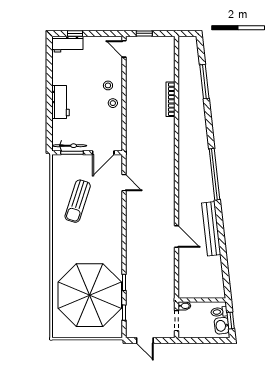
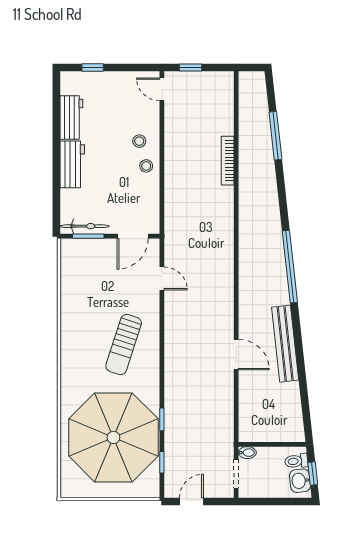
workbench: (67, 44) -> (71, 117), moved, turned -90
sun lounger: (78, 201) -> (124, 345), moved
door: (145, 340) -> (191, 502), swing flipped

